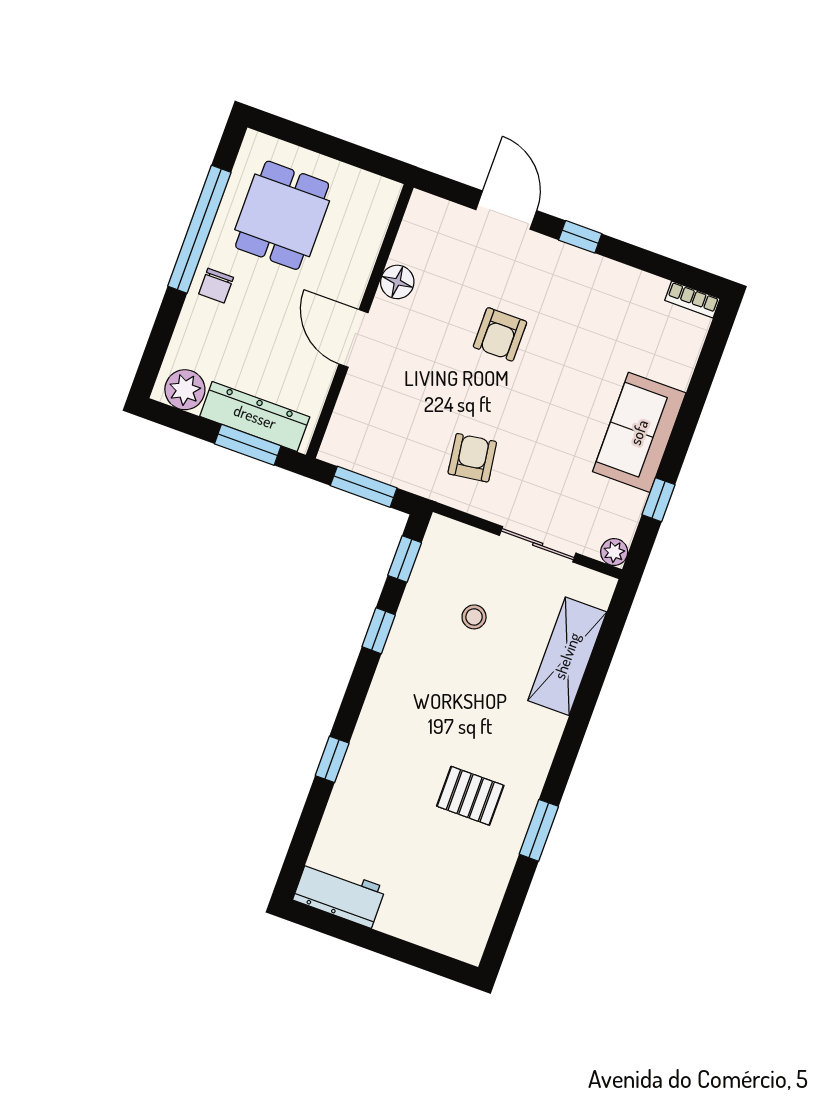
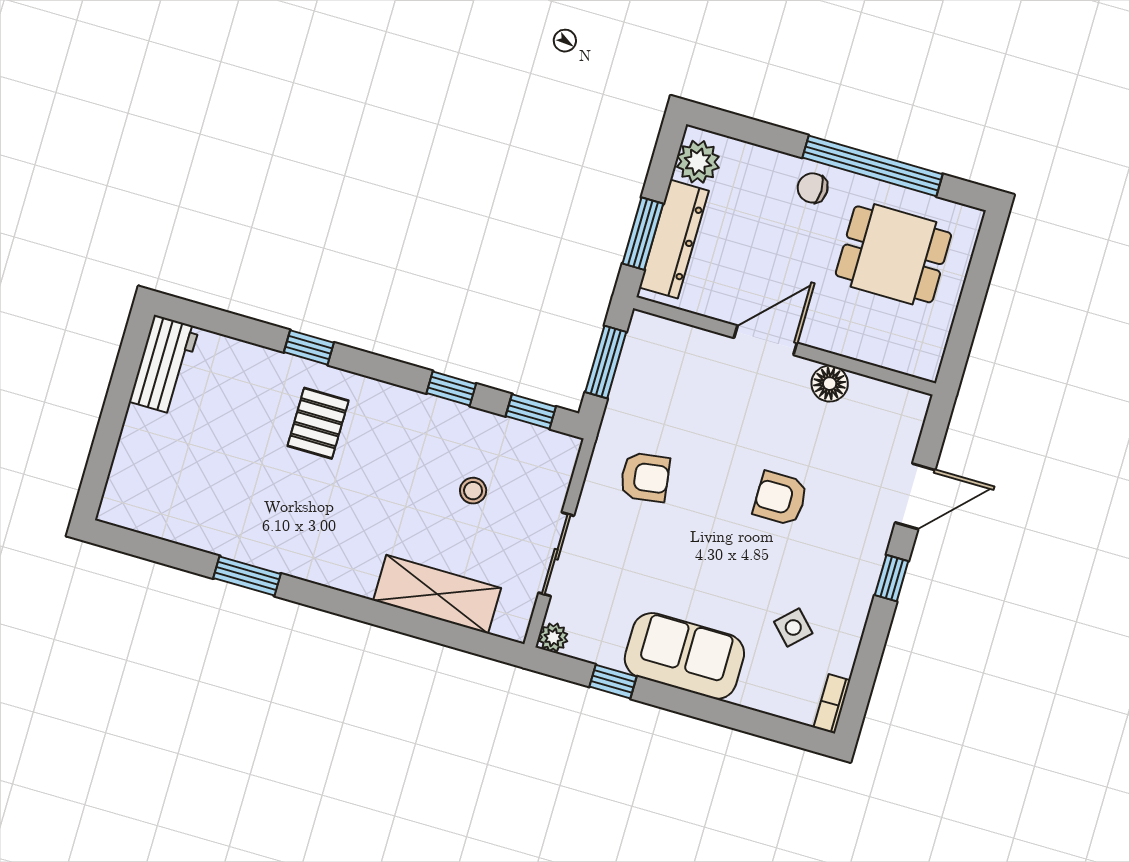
side table: (620, 330) -> (793, 627), added
pallet: (470, 796) -> (318, 423), moved

